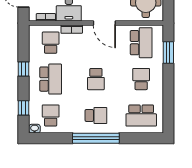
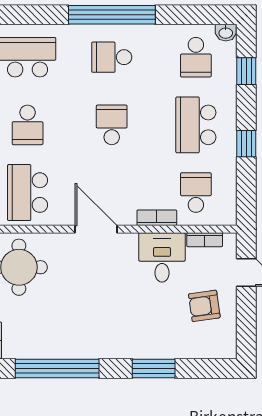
school desk: (51, 43) -> (196, 193), turned 180

